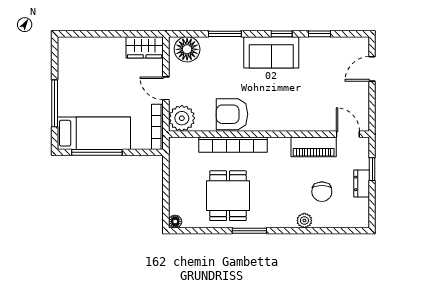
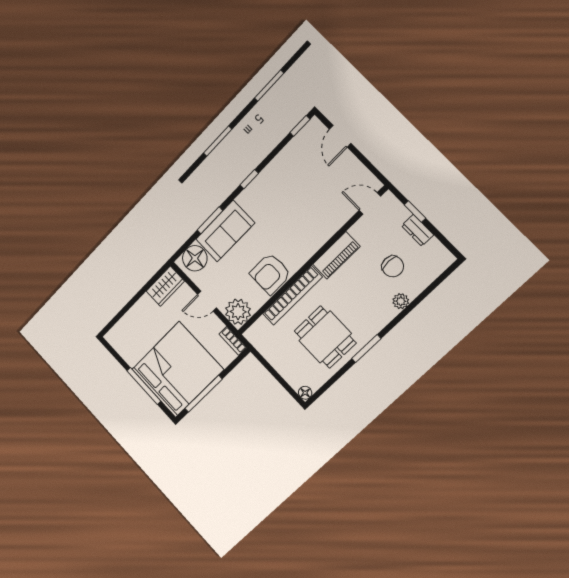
window: (320, 34) -> (300, 126), moved
sofa: (271, 52) -> (225, 231), moved
bookcase: (157, 127) -> (233, 341), width x0.64
bed: (94, 133) -> (177, 369), width x2.04
piano: (314, 147) -> (336, 255), moved

